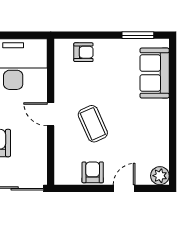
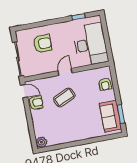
sofa: (155, 73) -> (110, 116), moved, turned -90
door: (124, 188) -> (24, 91), moved

